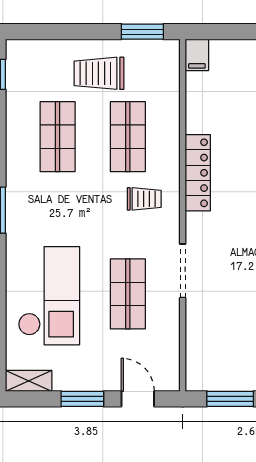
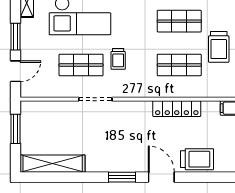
trolley: (99, 73) -> (219, 47), turned 180
locker: (198, 173) -> (177, 109), moved
trolley: (144, 199) -> (118, 59), moved

